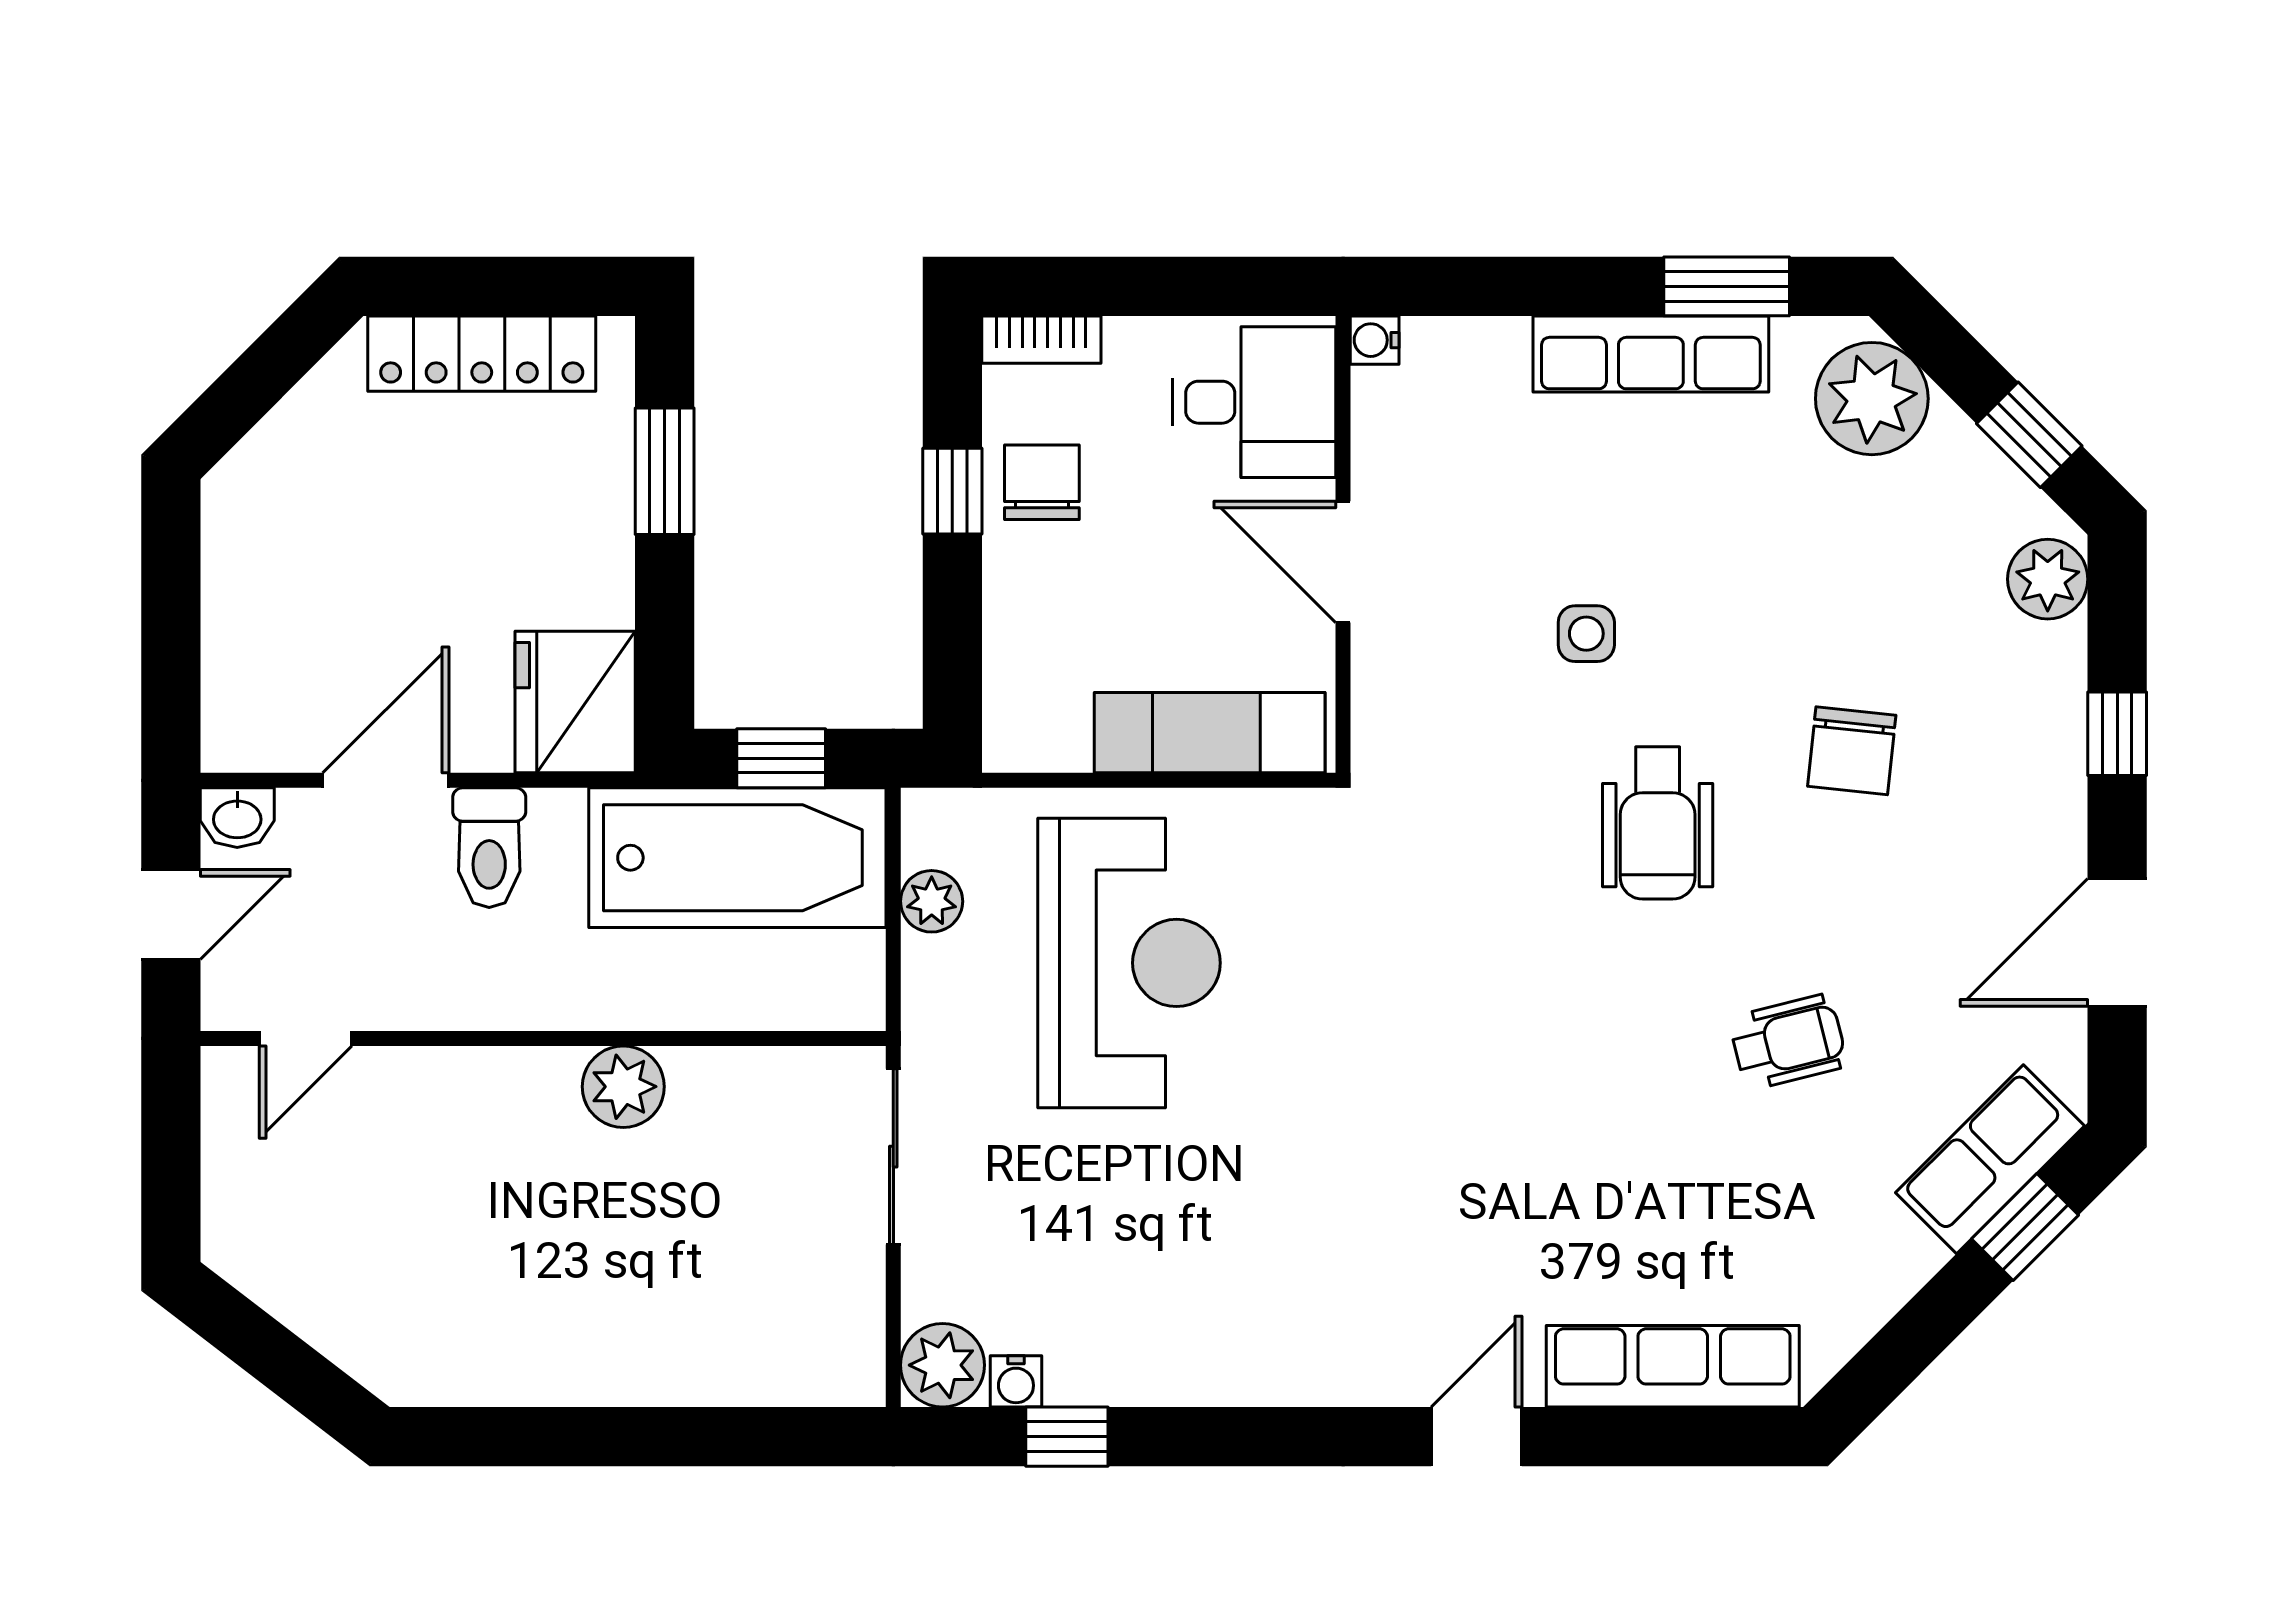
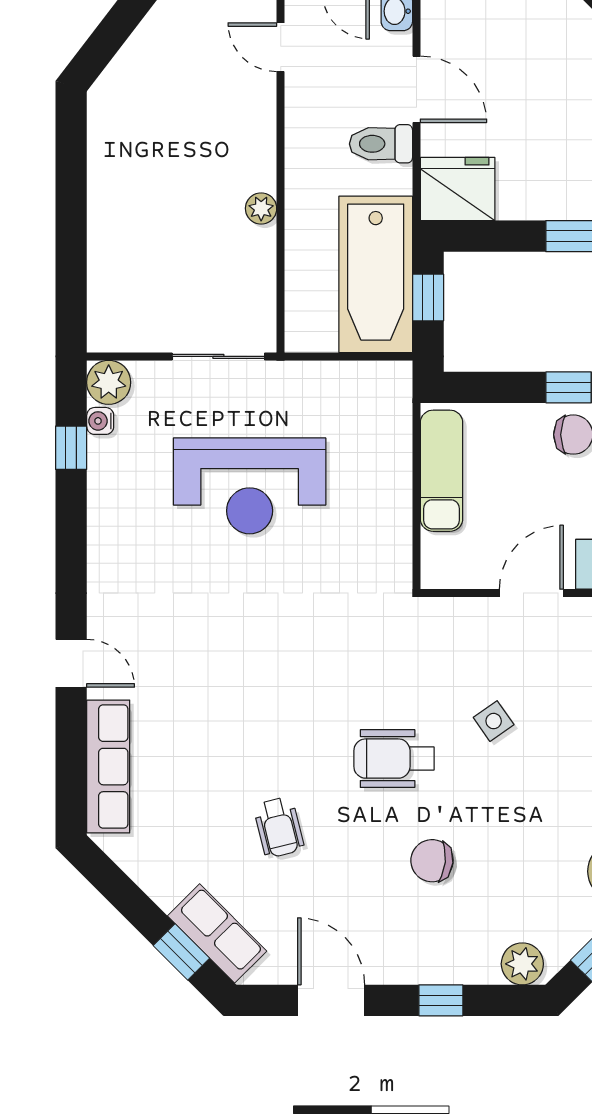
side table: (1586, 634) -> (494, 721), turned -35
exam couch: (1210, 733) -> (442, 471), moved
plant: (932, 901) -> (353, 377), removed
reception desk: (1129, 963) -> (250, 486), moved
plant: (623, 1087) -> (261, 208), width x0.73, depth x0.73

